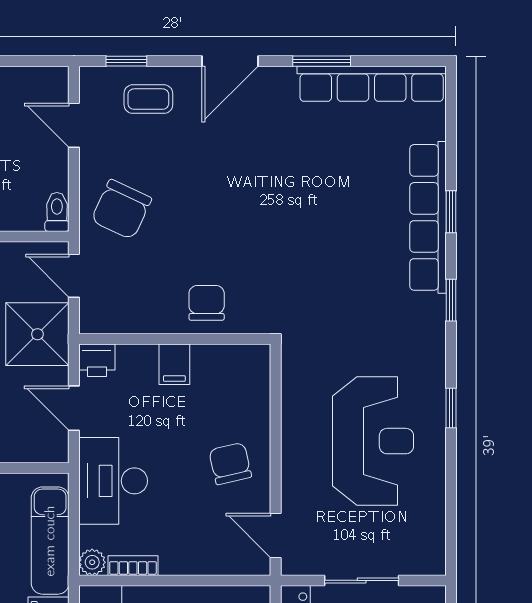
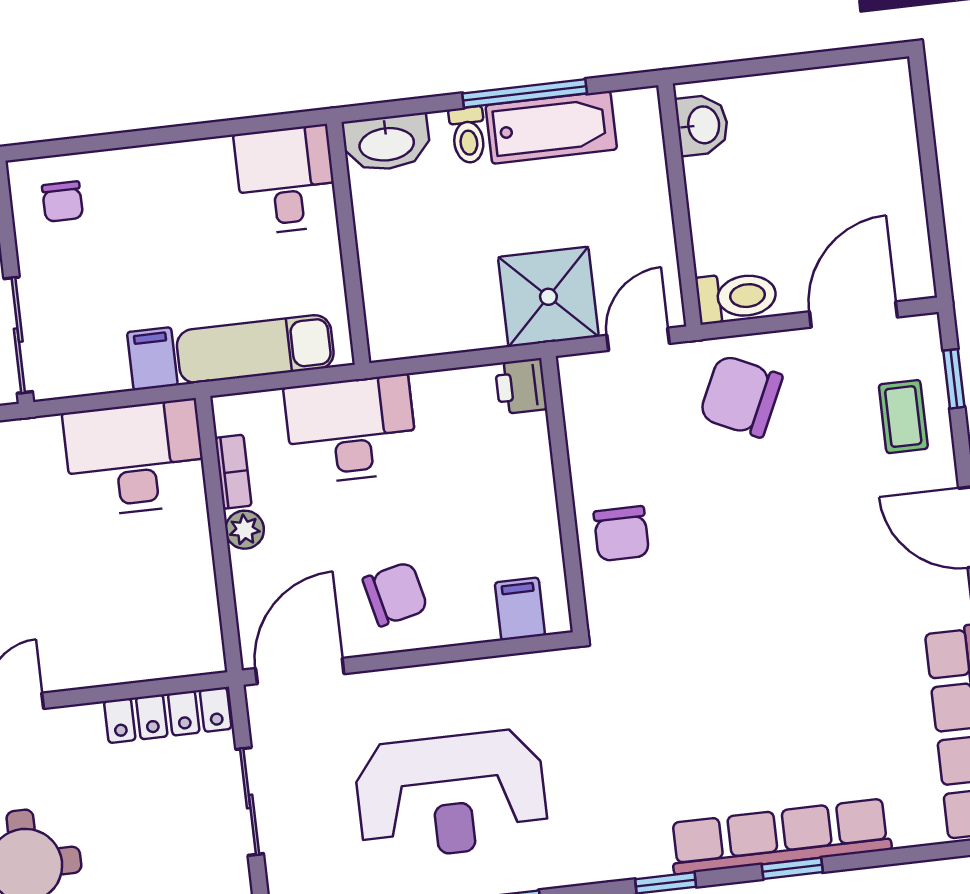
door: (74, 125) -> (853, 314), width x1.38
toilet: (57, 212) -> (737, 297), width x1.37, depth x1.39
chair: (207, 303) -> (621, 534), turned 90
filing cabinet: (174, 364) -> (520, 609), moved, turned 90
door: (74, 408) -> (449, 361), removed
door: (276, 536) -> (300, 671), width x1.38
plant: (92, 562) -> (245, 530), moved

